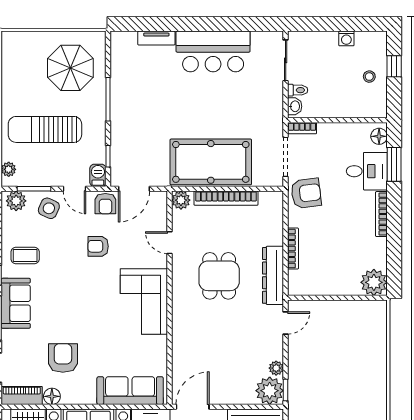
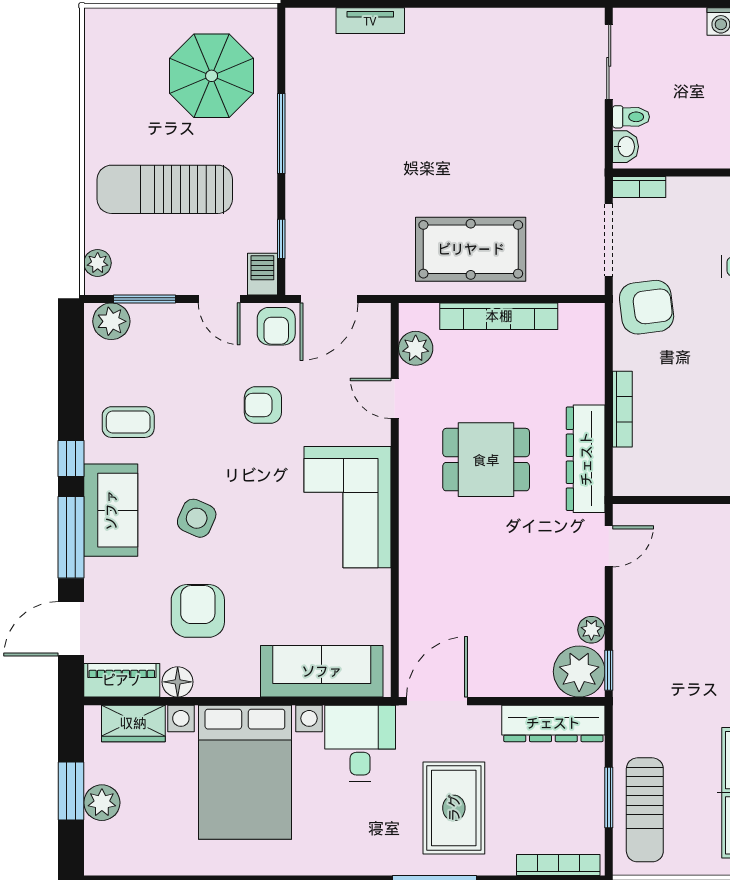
bar counter: (213, 51) -> (475, 45), removed
pool table: (211, 162) -> (471, 249), width x0.73, depth x0.76
plant: (181, 200) -> (416, 348), moved
side table: (49, 208) -> (197, 518), moved
dining table: (219, 276) -> (486, 460), turned 90

